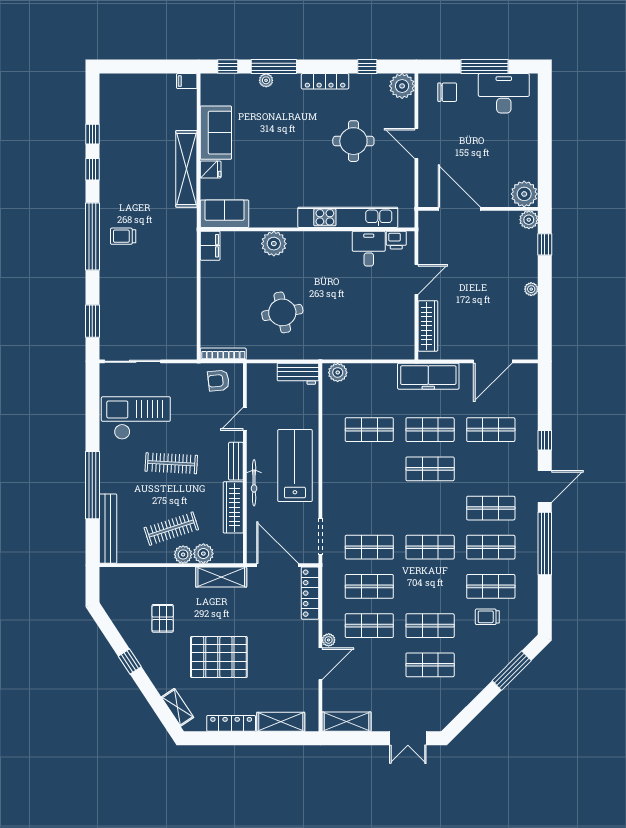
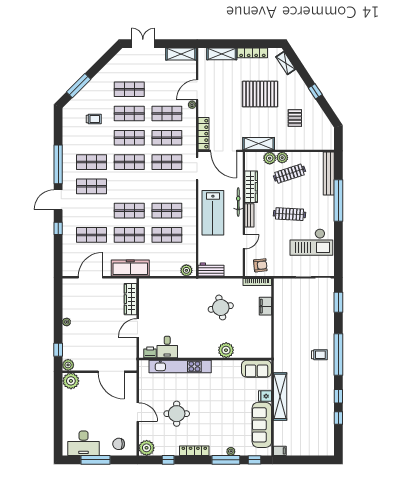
sofa: (216, 133) -> (262, 425), width x1.36
filing cabinet: (210, 246) -> (265, 306), moved
shop shelf: (369, 469) -> (167, 211), added
shop shelf: (491, 586) -> (129, 138), moved

